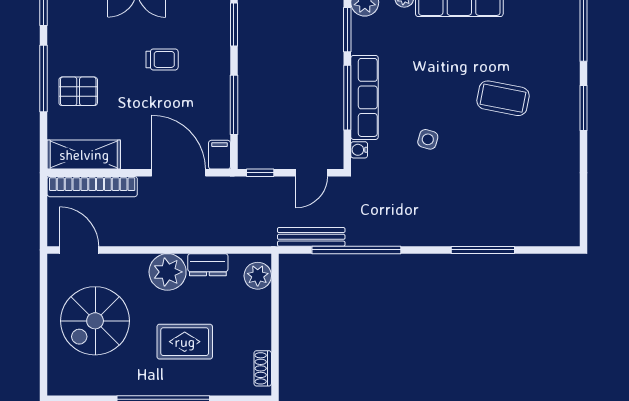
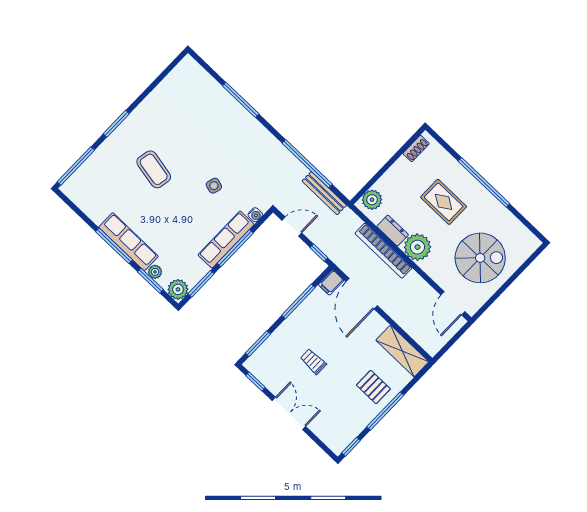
bookcase: (92, 187) -> (383, 251), moved, turned 180

